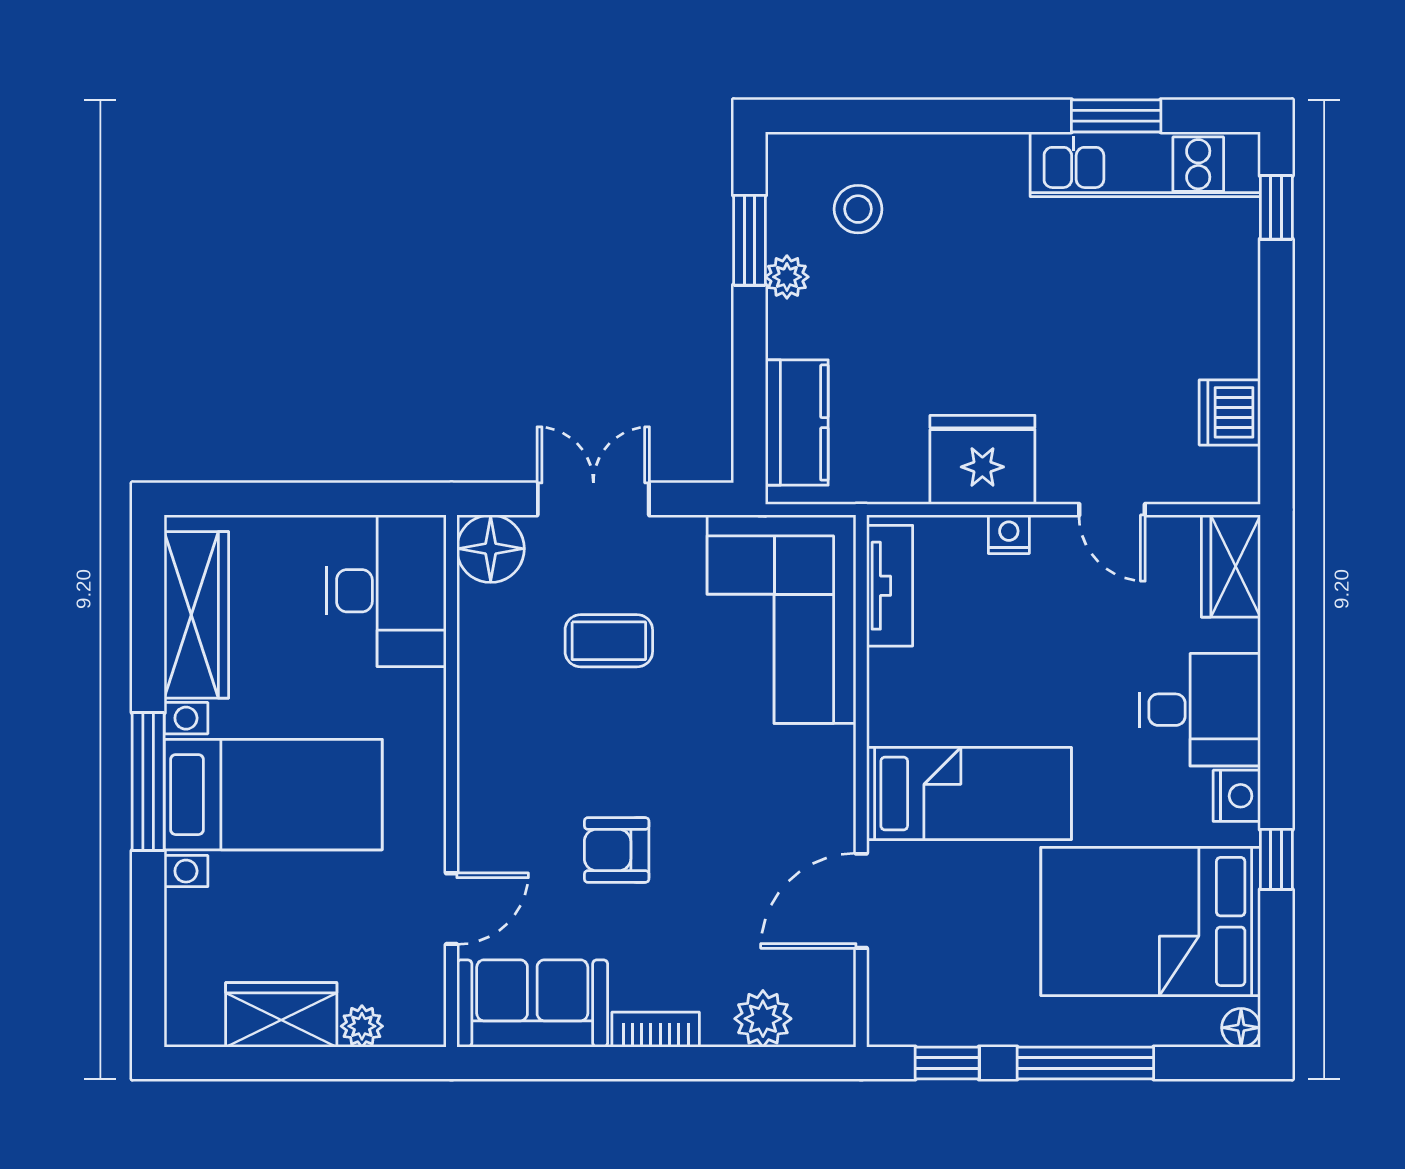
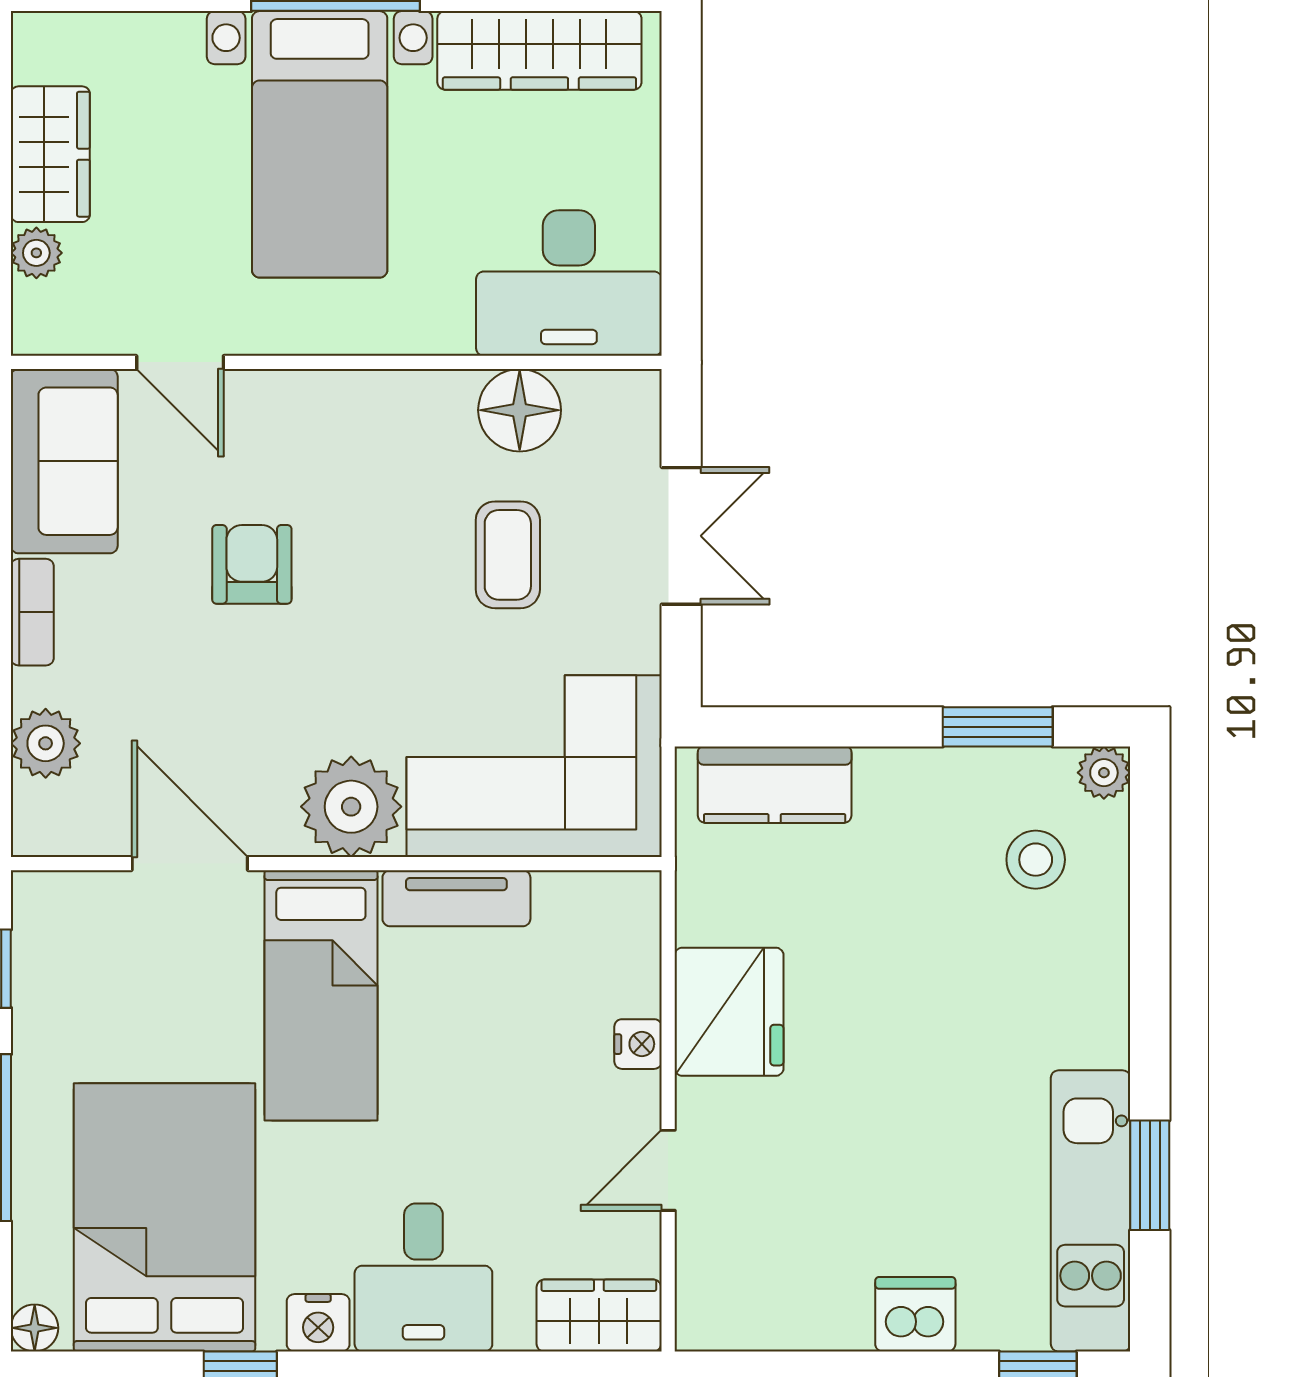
plant: (787, 277) -> (1104, 773), moved
dishwasher: (1230, 412) -> (915, 1314), moved
floor lamp: (491, 549) -> (520, 410), moved
tv unit: (890, 586) -> (456, 898), moved
plant: (815, 769) -> (351, 807), added

